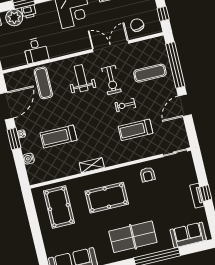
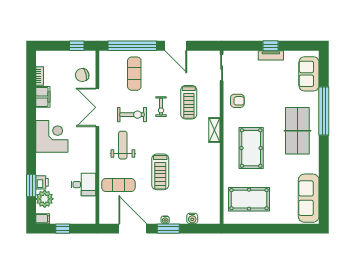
weight bench: (81, 78) -> (123, 145), turned 90
treadmill: (58, 137) -> (160, 172), moved
shelving: (92, 165) -> (214, 130), moved

